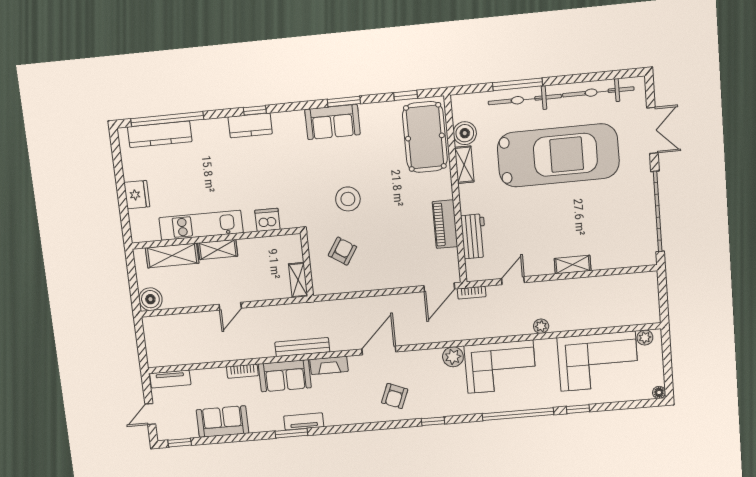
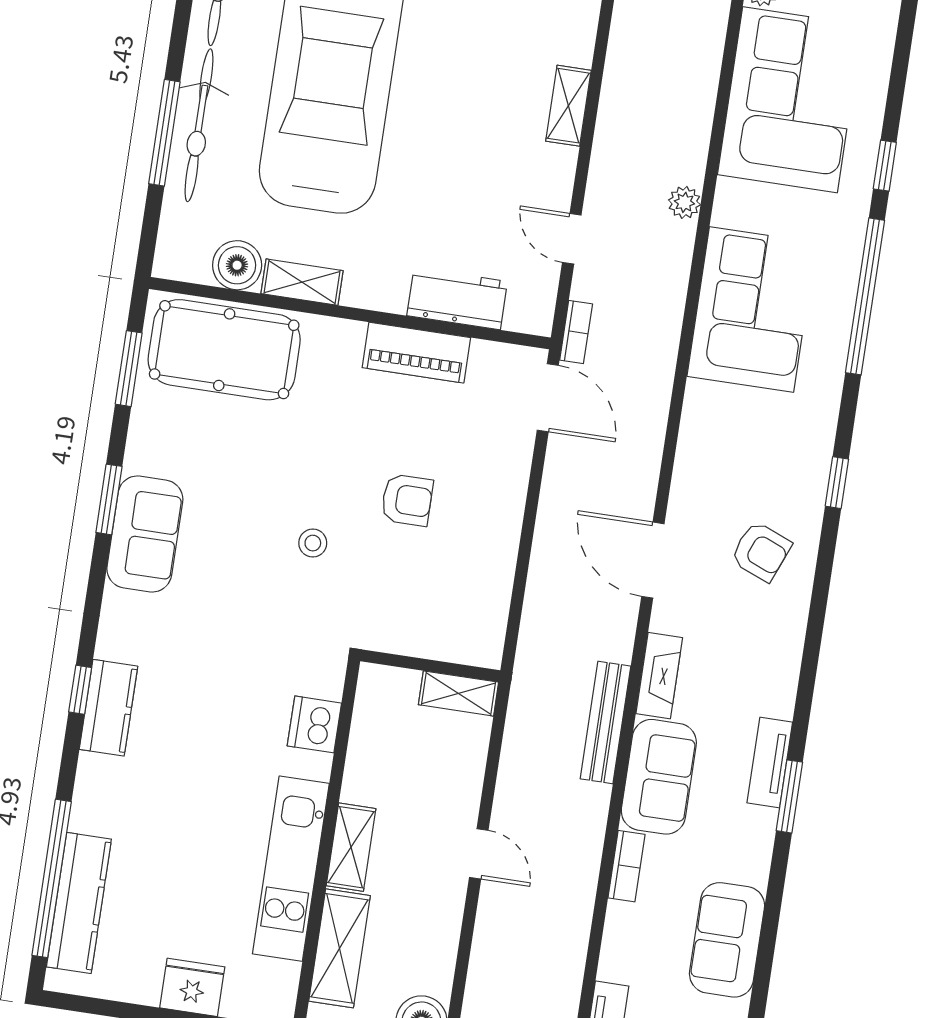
window: (406, 95) -> (129, 369), width x1.50
stool: (348, 199) -> (313, 543), width x0.53, depth x0.53
armchair: (342, 251) -> (407, 500), moved, turned 147
plant: (453, 357) -> (705, 405), removed

